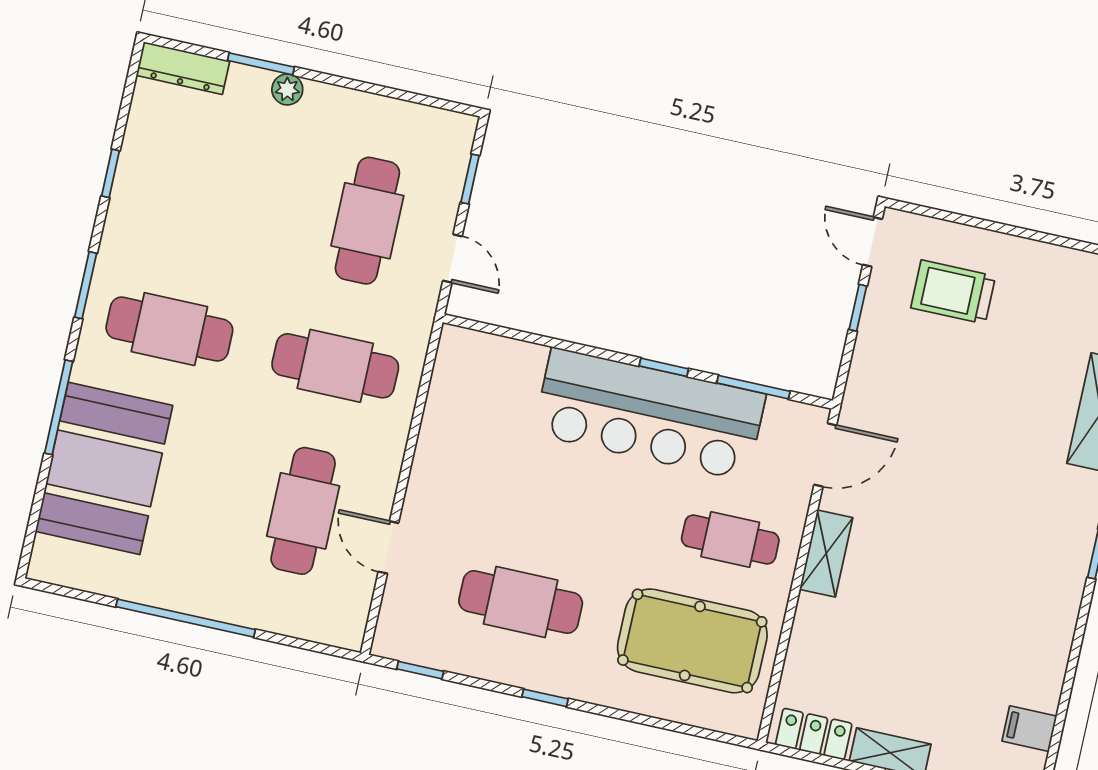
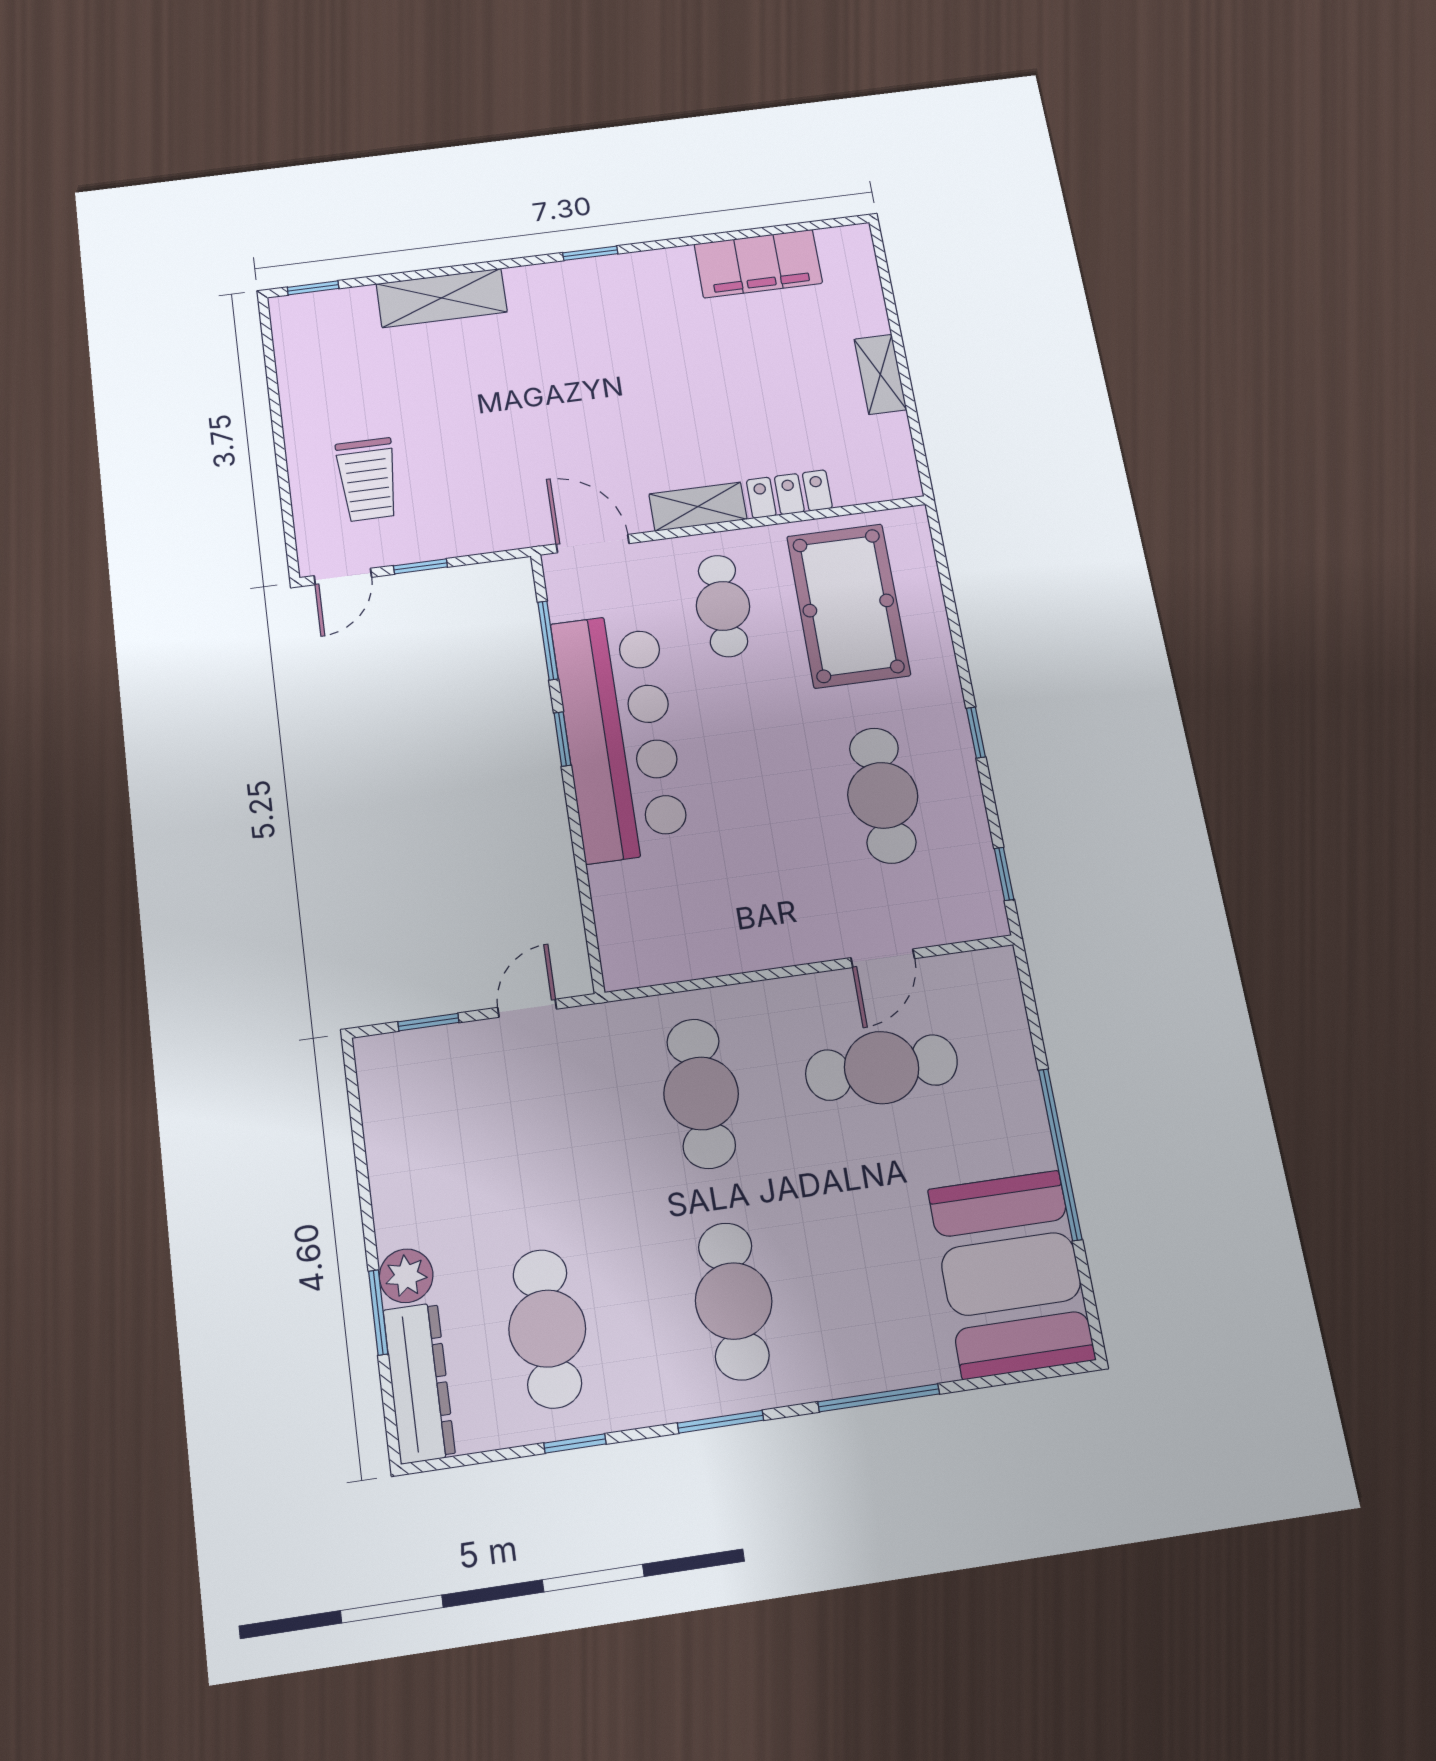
dresser: (183, 68) -> (419, 1383), width x1.37, depth x1.24
plant: (287, 89) -> (406, 1276), width x1.38, depth x1.38
cafe table: (367, 221) -> (547, 1329), moved, turned 90
booth: (104, 468) -> (1011, 1274), moved, turned 90
filing cabinet: (1029, 729) -> (758, 264), width x3.00, depth x1.17
locker: (814, 734) -> (789, 494), moved, turned 90

